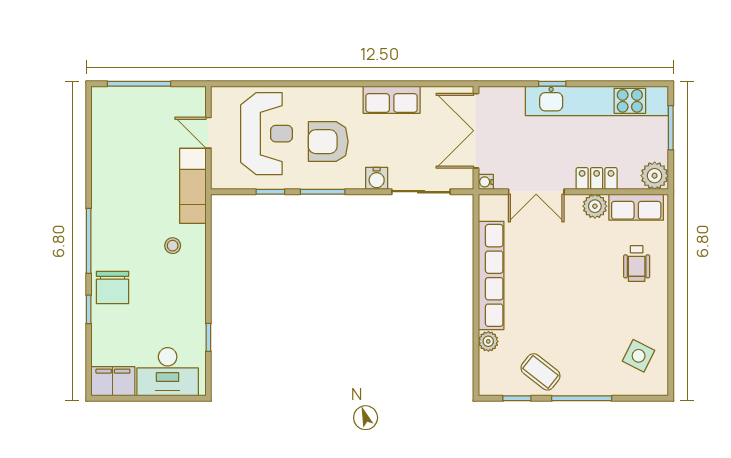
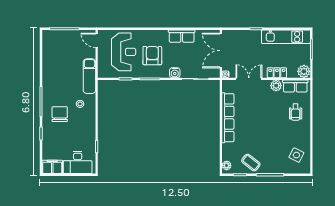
kitchen unit: (597, 101) -> (286, 37), width x0.73
door: (208, 133) -> (97, 40), moved
armchair: (328, 142) -> (152, 56), turned 90
double door: (536, 192) -> (249, 79), swing flipped
chair: (113, 287) -> (60, 114), moved, turned 180
plant: (488, 341) -> (227, 165), moved

